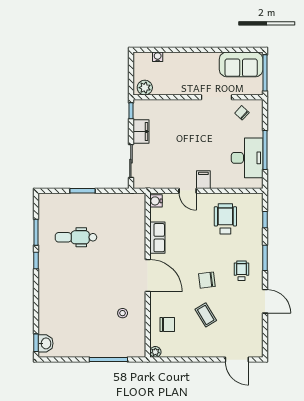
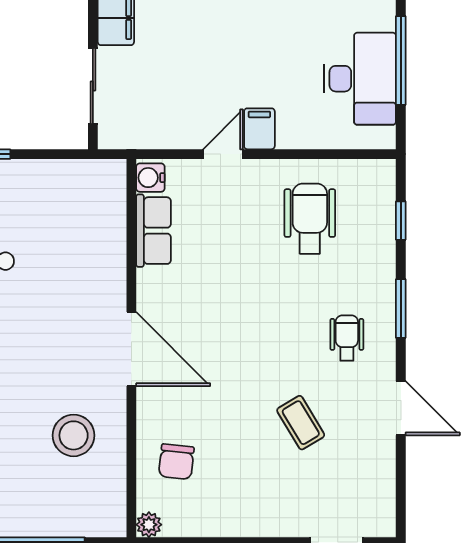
door: (188, 191) -> (223, 154), swing flipped
row of seats: (157, 238) -> (154, 231), moved
chair: (207, 280) -> (267, 359), removed
stool: (123, 313) -> (74, 435), width x1.89, depth x1.89
coffee table: (206, 315) -> (301, 423), moved
chair: (167, 325) -> (176, 462), turned 96

